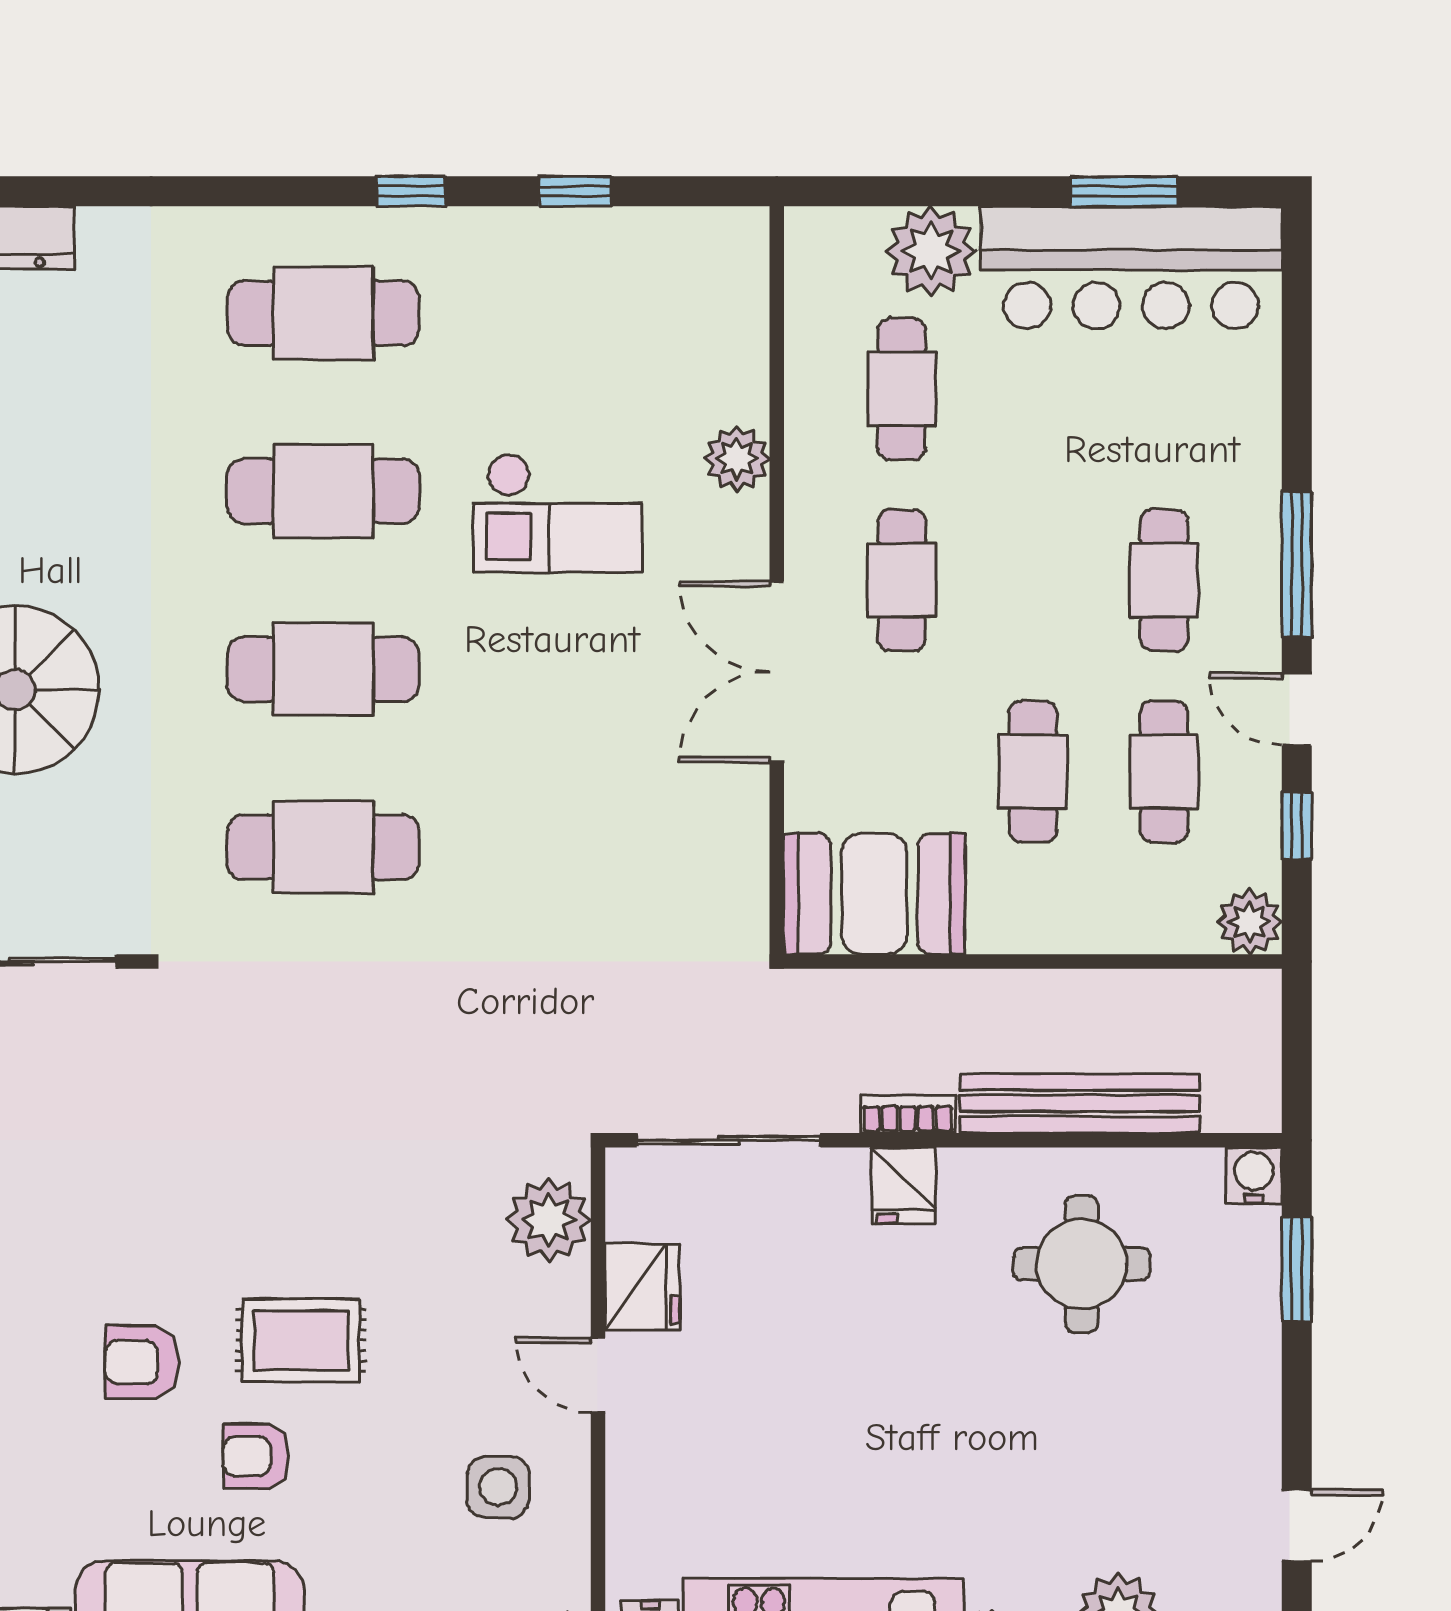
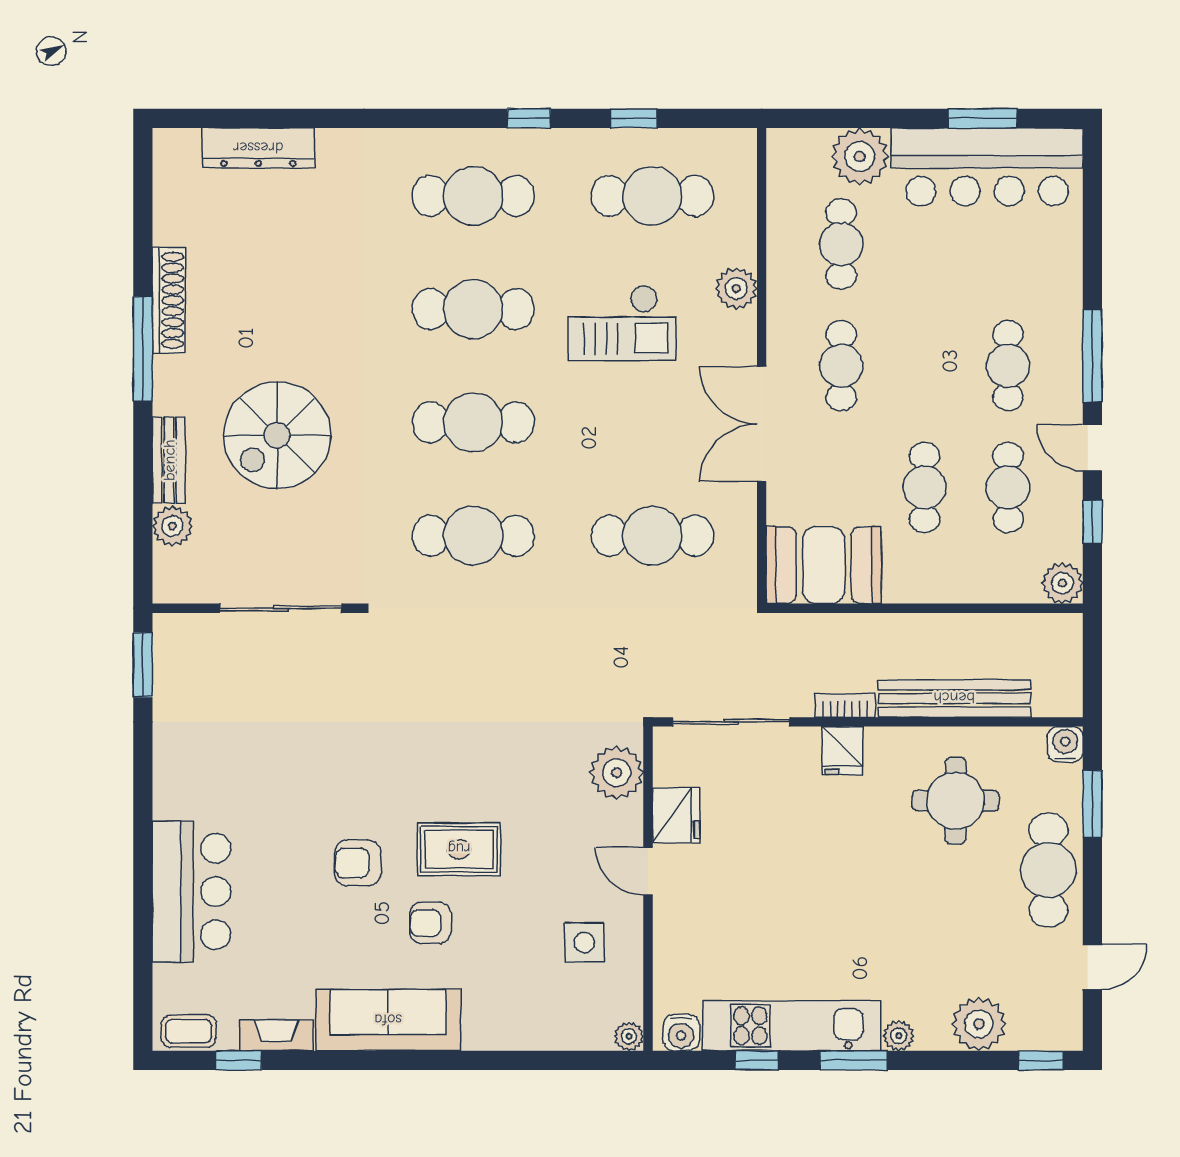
cafe table: (605, 313) -> (652, 196), added
cafe table: (605, 847) -> (652, 536), added
cafe table: (1227, 1373) -> (1048, 870), added

